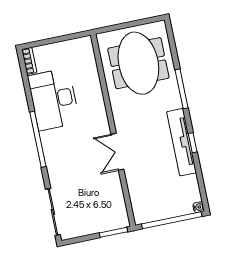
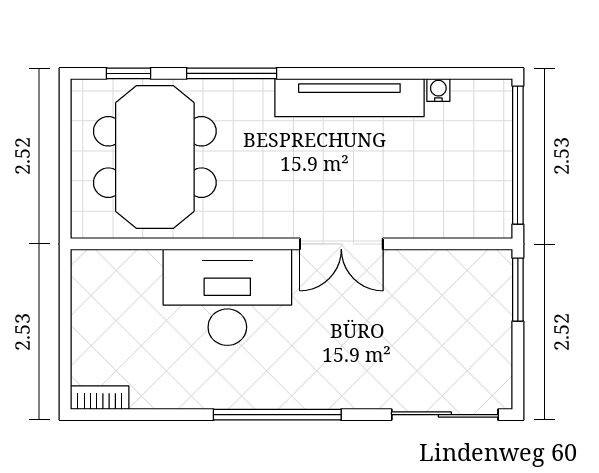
meeting table: (138, 63) -> (155, 157), turned 90
desk: (54, 99) -> (227, 297), moved, turned 180
window: (193, 143) -> (129, 73), moved
water cooler: (198, 207) -> (438, 90), moved

